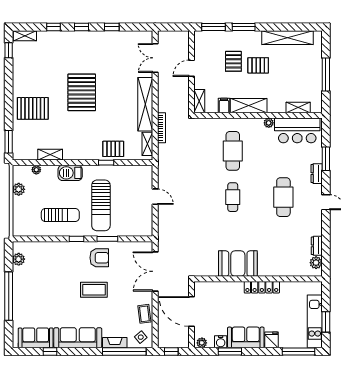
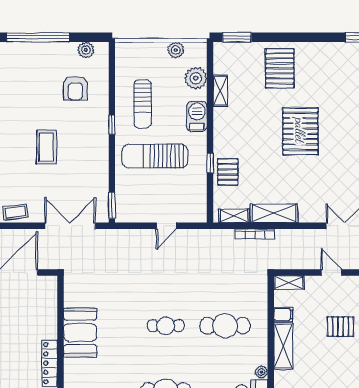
pallet: (258, 65) -> (335, 358), removed
pallet: (82, 92) -> (300, 131), turned 90
shelving: (145, 104) -> (274, 213), width x0.68
plant: (36, 170) -> (196, 78), width x1.87, depth x1.87
window: (107, 239) -> (112, 205), moved
armchair: (99, 258) -> (75, 88), moved

